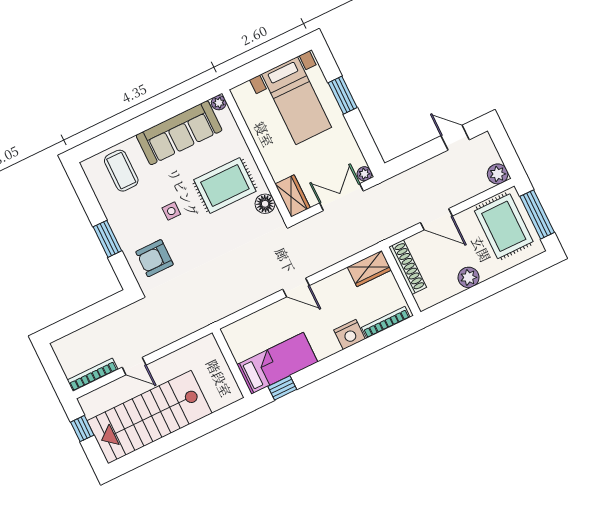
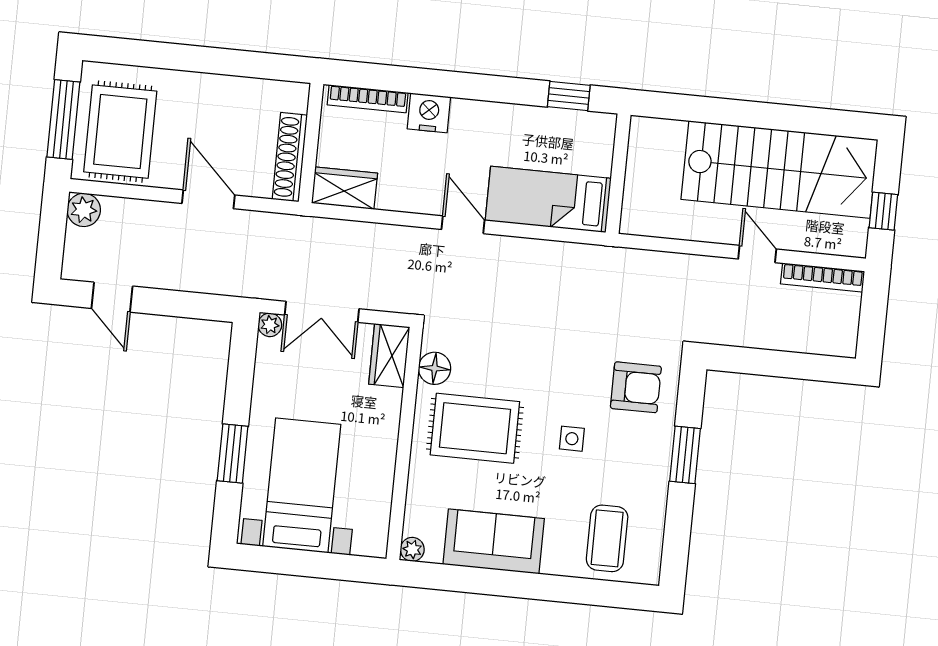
sofa: (179, 133) -> (494, 541), width x0.73
plant: (469, 277) -> (213, 90), removed
bed: (277, 363) -> (548, 199), moved

